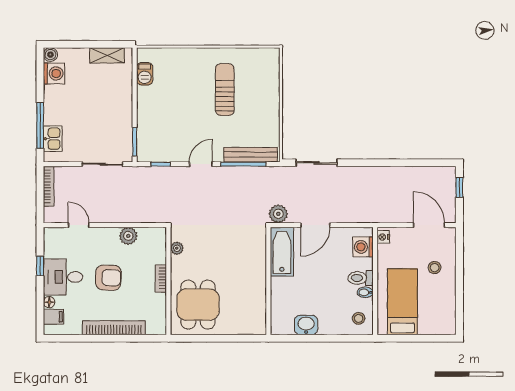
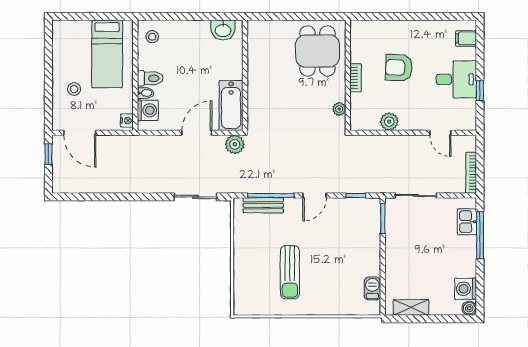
bench: (251, 155) -> (263, 205), width x0.73
window: (459, 187) -> (48, 154), moved
armchair: (108, 278) -> (399, 68), moved
bidet: (365, 292) -> (145, 93), moved
floor lamp: (49, 302) -> (471, 54), removed
washbasin: (306, 325) -> (223, 30), moved
bookcase: (114, 328) -> (404, 27), removed

